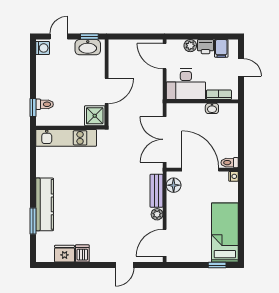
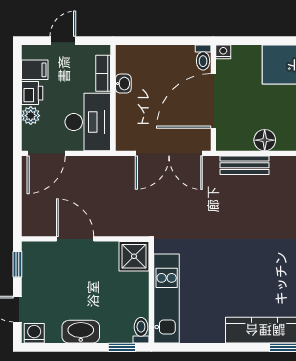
washbasin: (88, 47) -> (81, 332), moved, turned -90
door: (107, 91) -> (75, 239), moved
toilet: (45, 104) -> (141, 330), moved
floor lamp: (174, 185) -> (265, 140), moved
plant: (157, 214) -> (279, 165), removed

